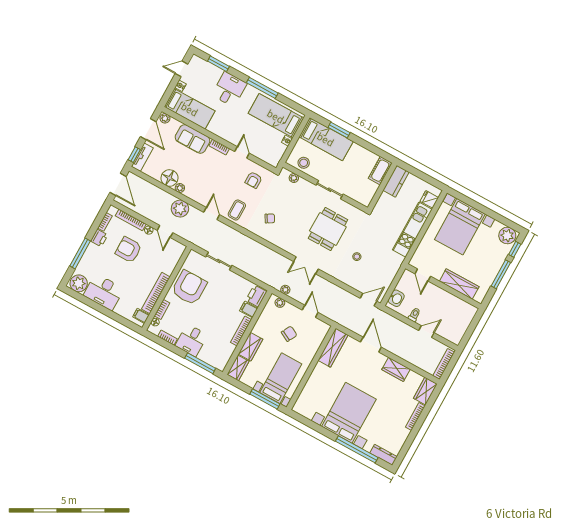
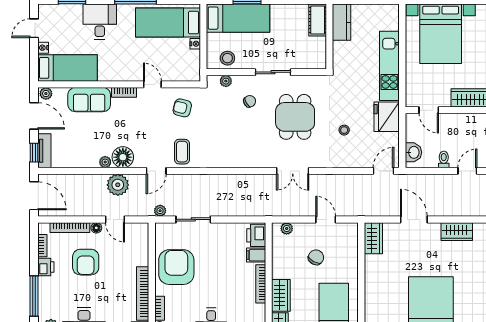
floor lamp: (169, 178) -> (123, 157), moved
armchair: (254, 180) -> (182, 108), turned 104
fridge: (429, 199) -> (387, 117), moved, width x1.88, depth x1.34
door: (212, 213) -> (156, 171), swing flipped
chair: (270, 218) -> (250, 101), moved
armchair: (128, 250) -> (86, 262), turned -90
plant: (285, 290) -> (160, 211), moved
wardrobe: (333, 348) -> (373, 238), width x0.67

